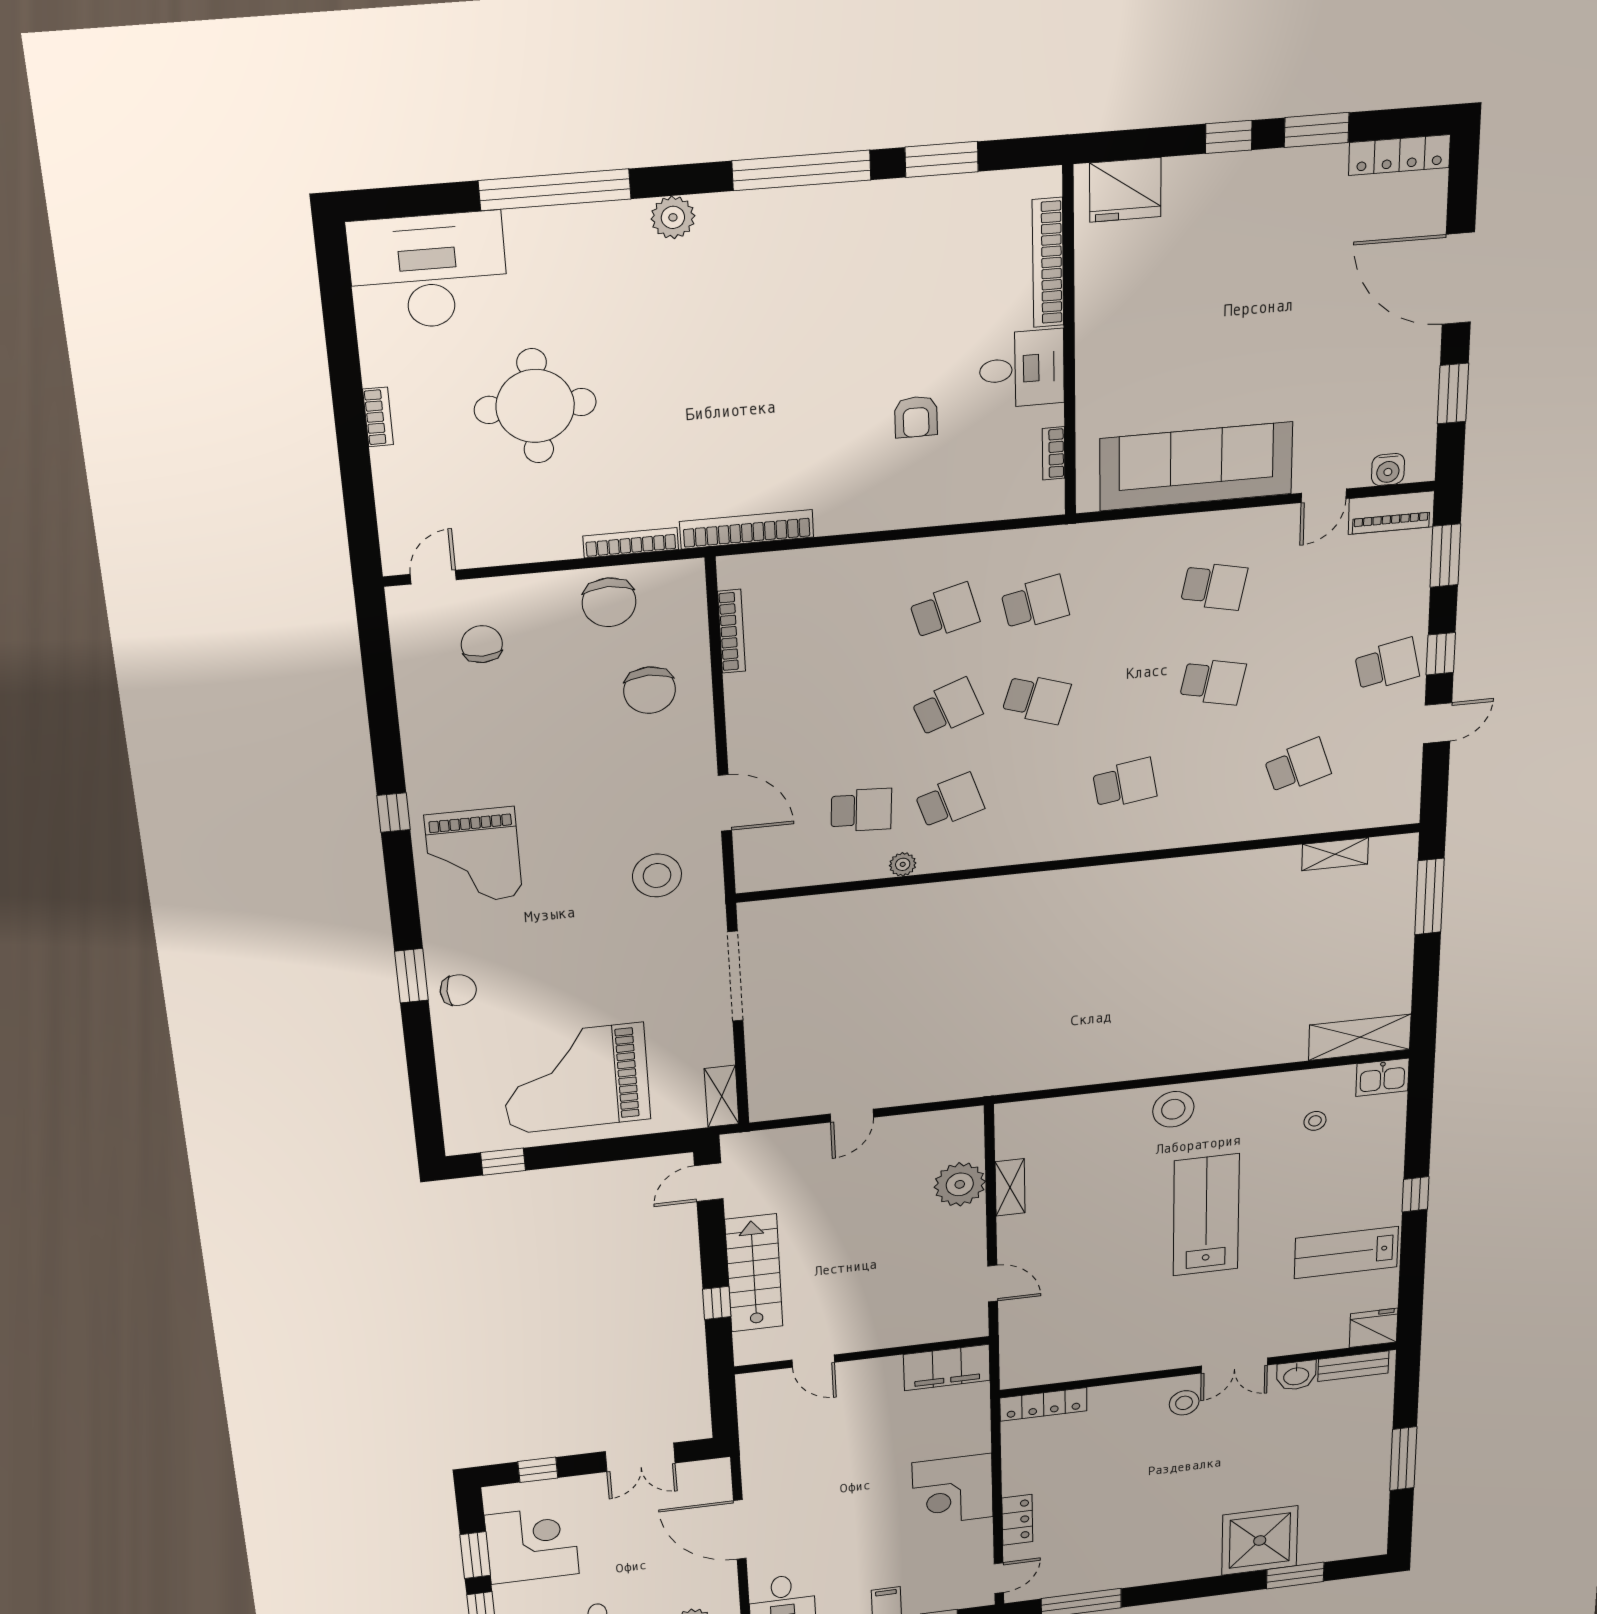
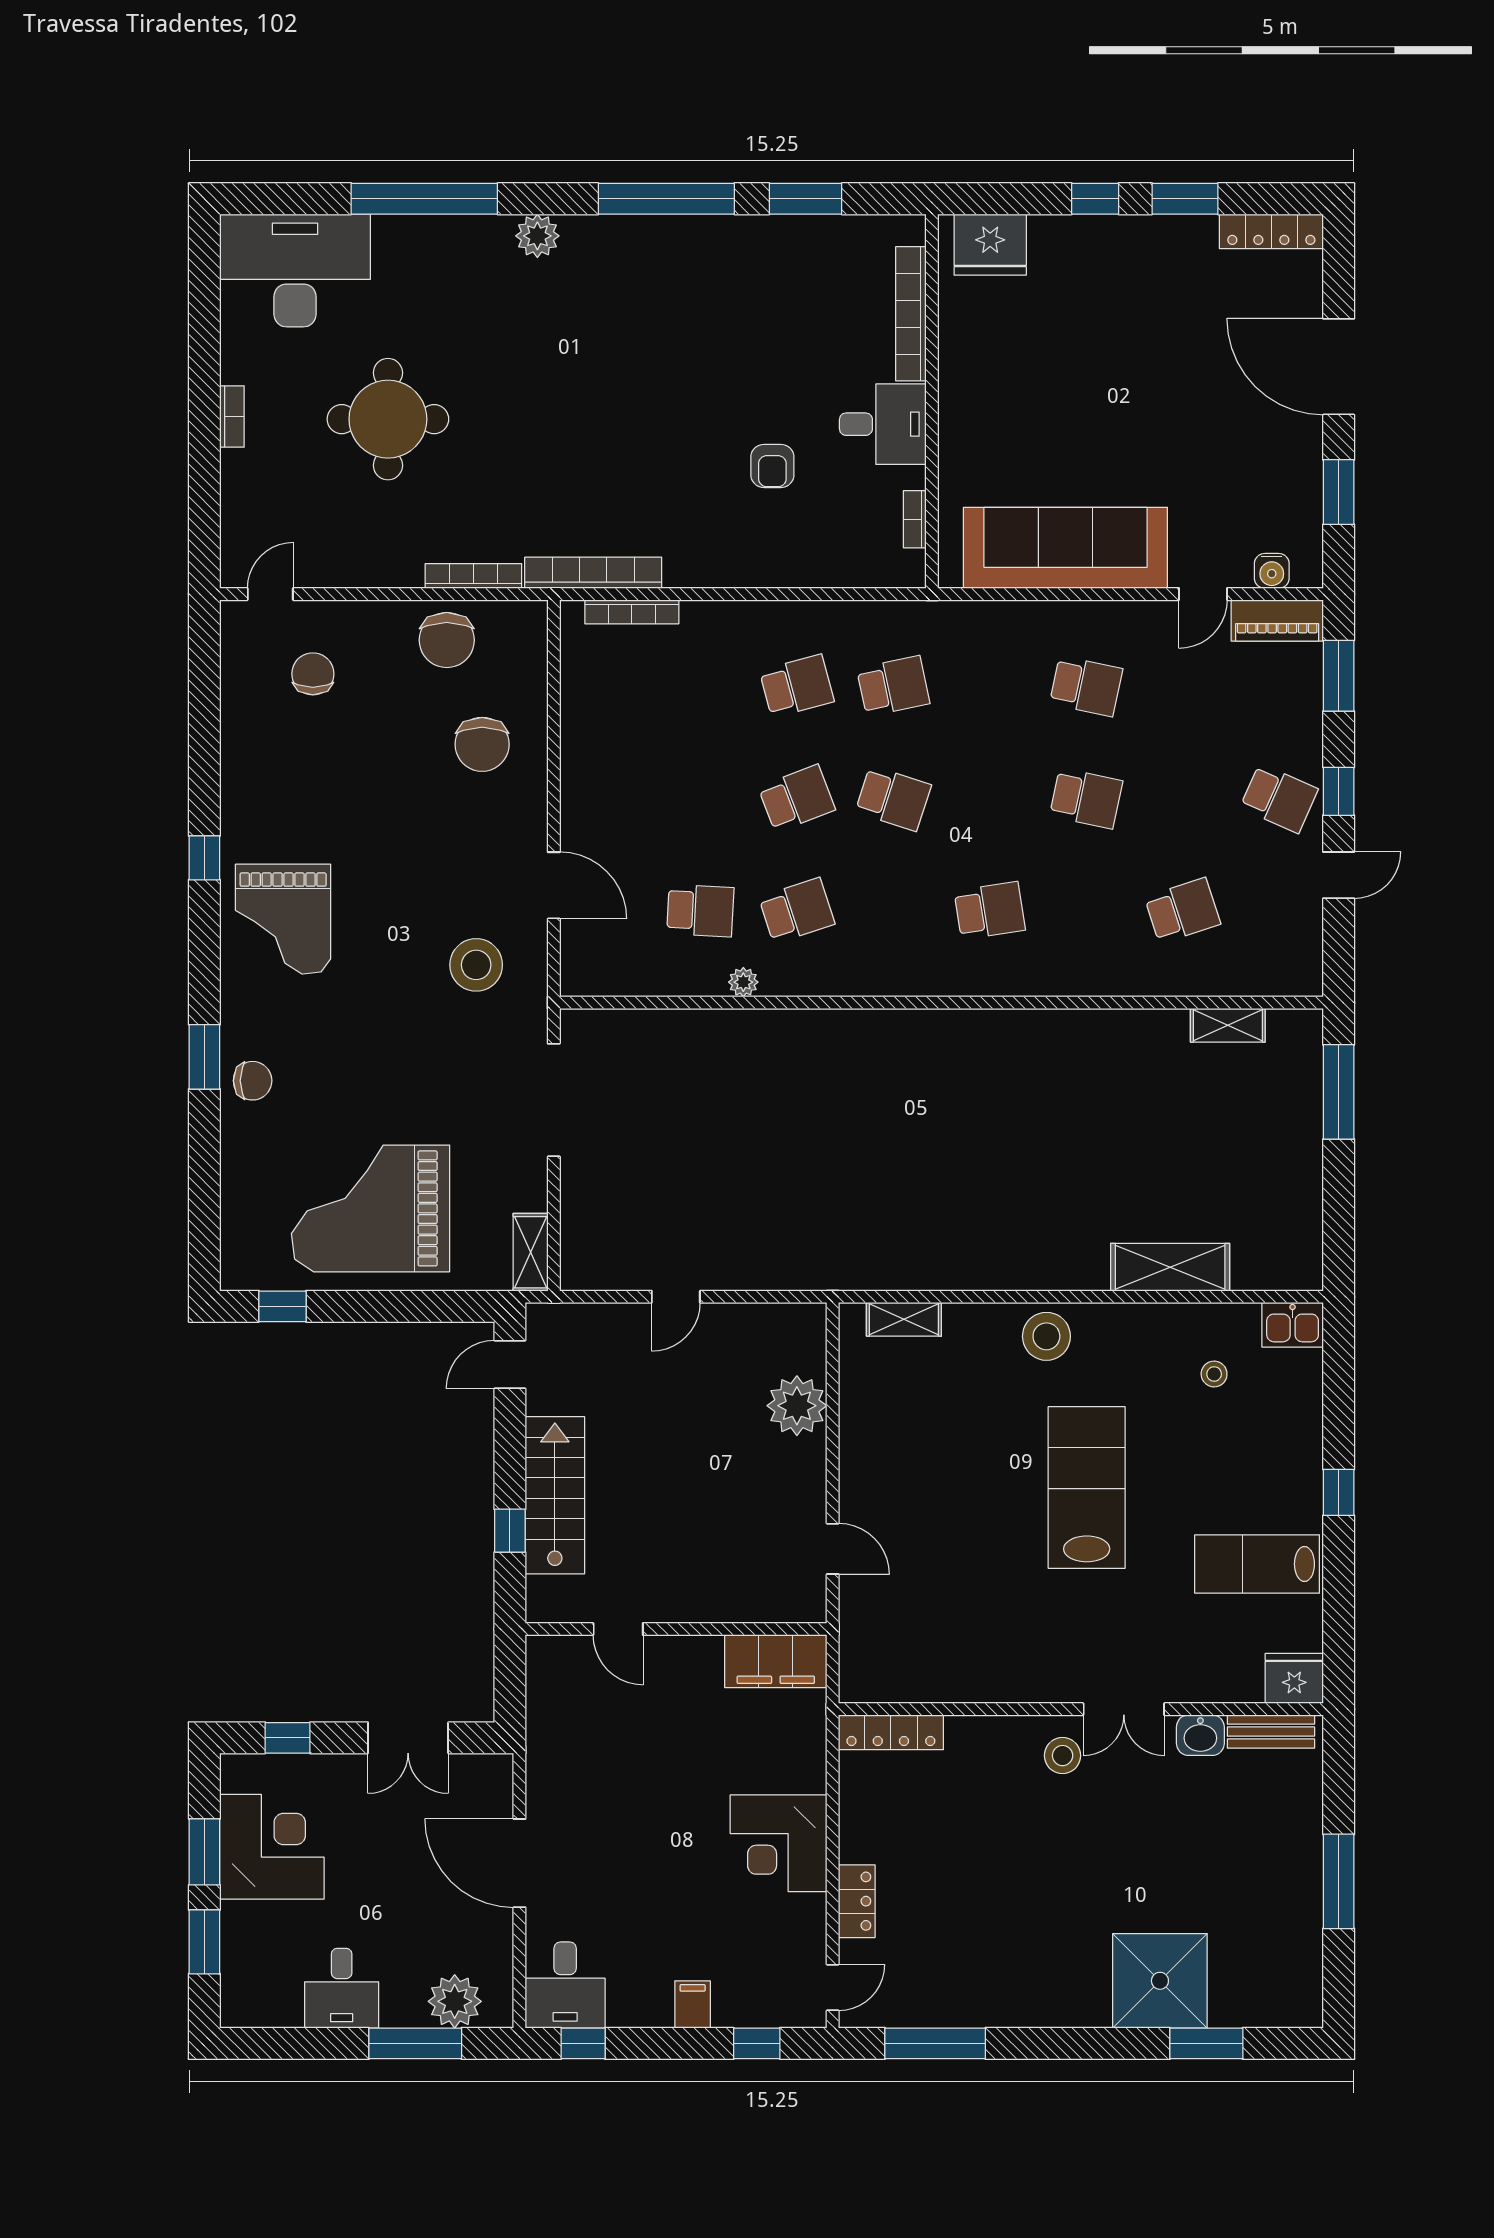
bookcase: (732, 631) -> (632, 612), moved, turned 90
school desk: (1387, 665) -> (1279, 798), turned 36
shelving: (1360, 1037) -> (1170, 1267), moved
shelving: (1010, 1187) -> (904, 1319), moved, turned 90

